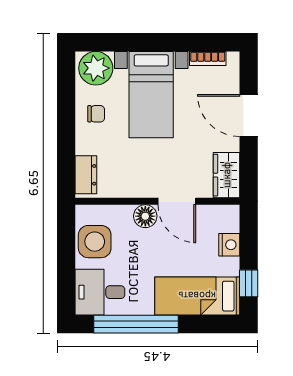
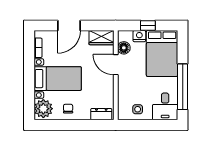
door: (177, 201) -> (116, 65), swing flipped
floor lamp: (145, 216) -> (124, 48), moved
side table: (95, 242) -> (138, 109), width x0.54, depth x0.54
window: (249, 283) -> (148, 25), moved
bed: (197, 296) -> (162, 53), width x1.50

